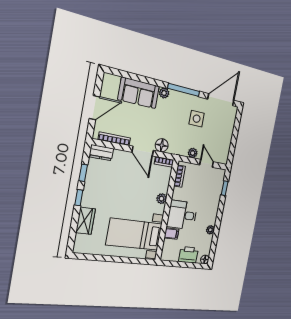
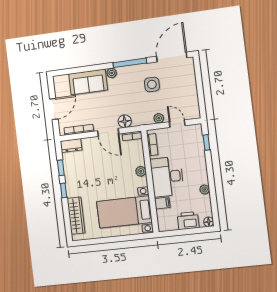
desk: (182, 215) -> (167, 177), width x1.37
wardrobe: (85, 221) -> (76, 216), width x1.50

